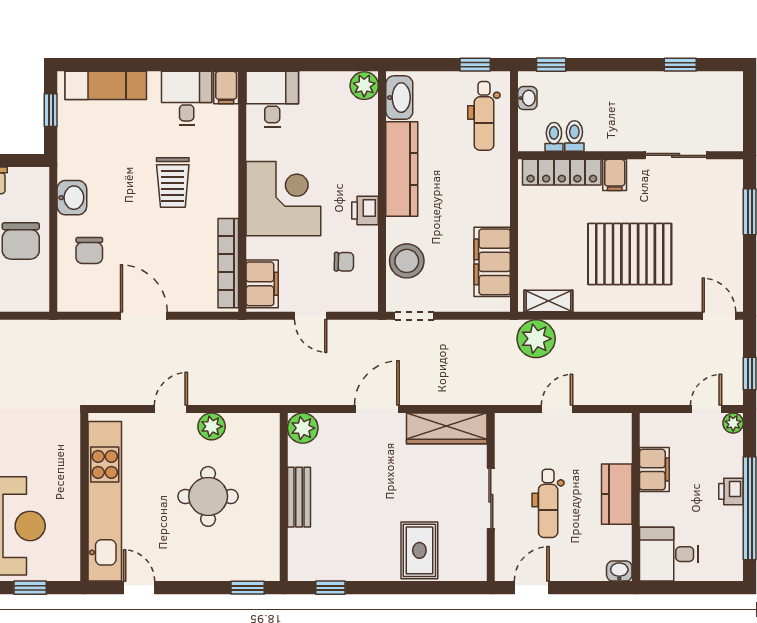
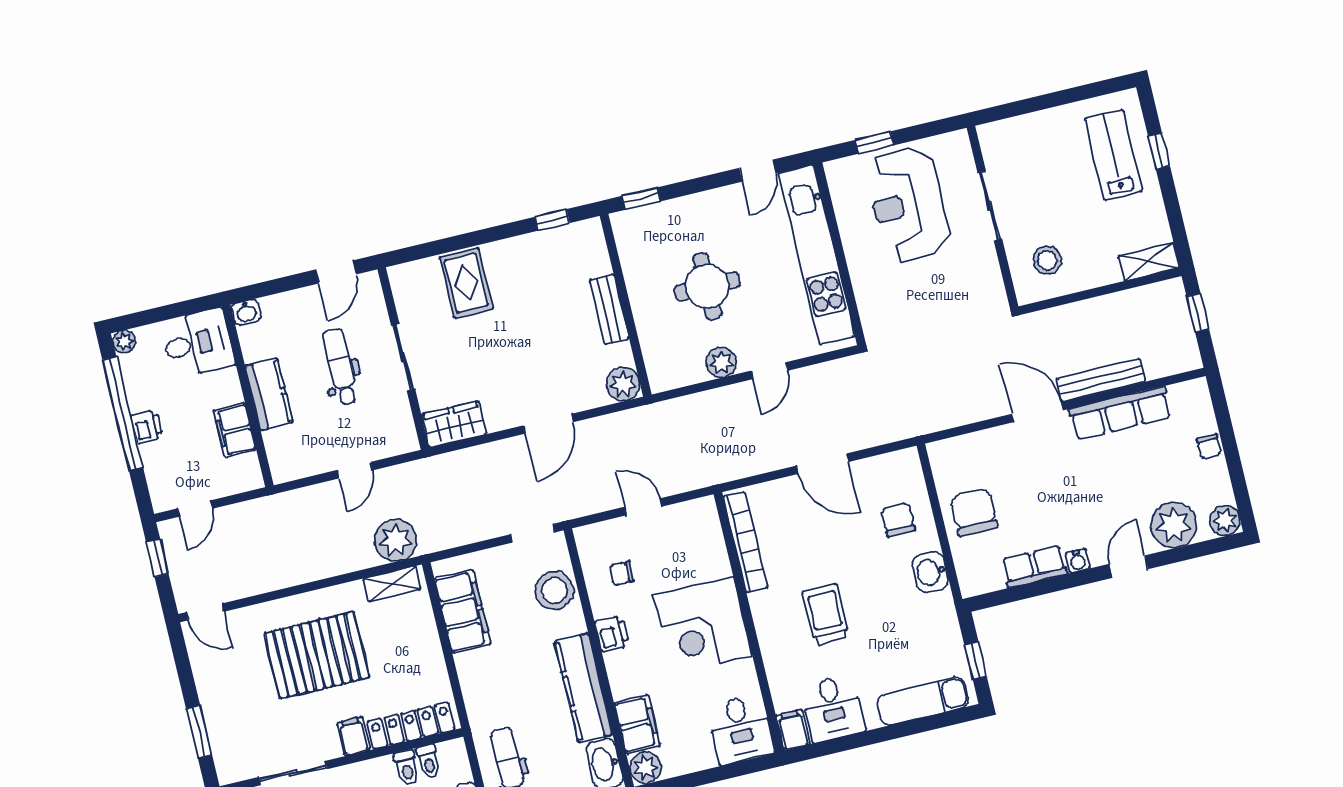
filing cabinet: (262, 284) -> (637, 724), moved, turned 180
plant: (733, 423) -> (124, 342), moved
wardrobe: (447, 428) -> (454, 424), width x0.67
door: (139, 588) -> (758, 171), hinge flipped

